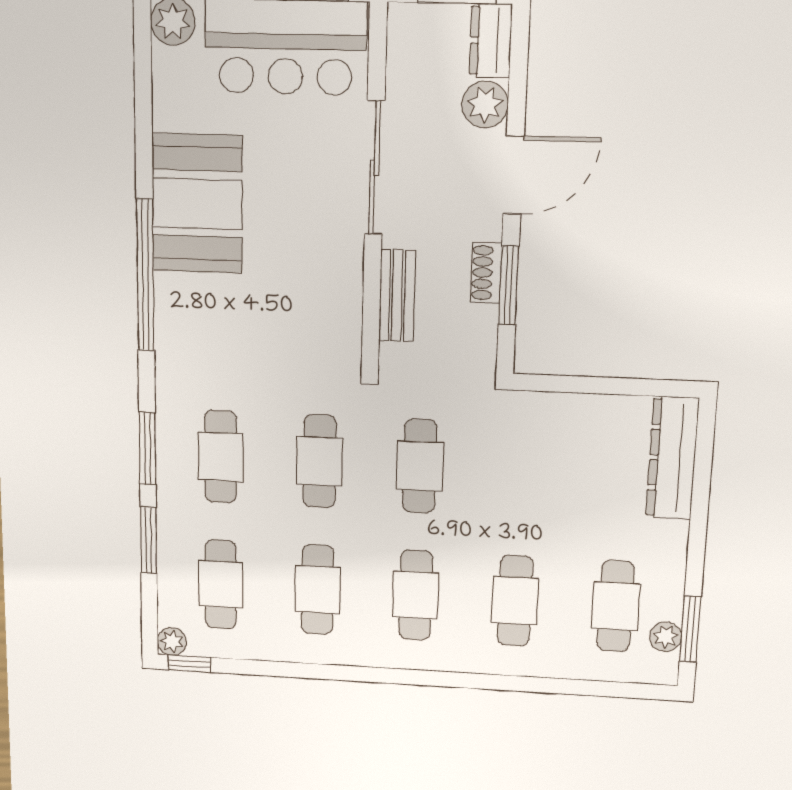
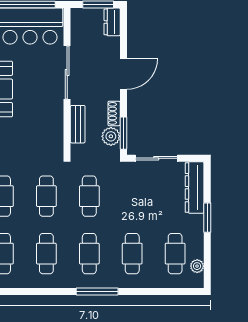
plant: (485, 104) -> (111, 136), moved
window: (509, 285) -> (123, 133), moved
sliding door: (584, 385) -> (156, 158), added
window: (690, 629) -> (207, 218), moved
window: (431, 678) -> (97, 291), added

